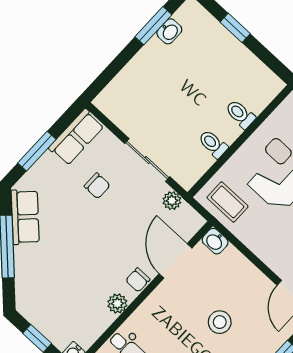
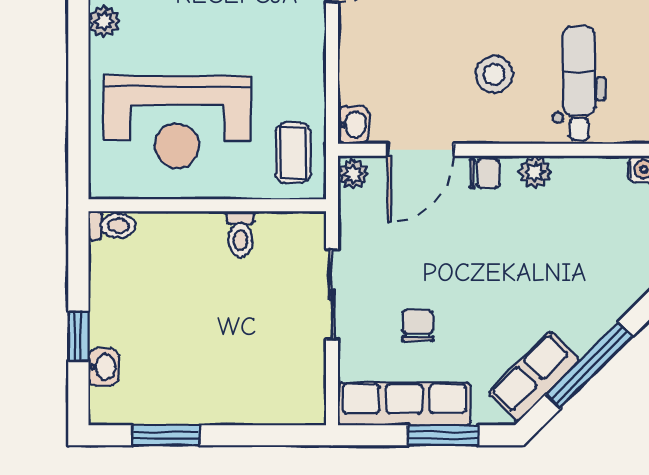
washbasin: (169, 31) -> (103, 367), moved, turned 90
toilet: (240, 114) -> (112, 226), moved, turned -90
row of seats: (76, 137) -> (404, 404), width x1.48
plant: (172, 201) -> (353, 174), moved
stool: (220, 322) -> (494, 74), moved

